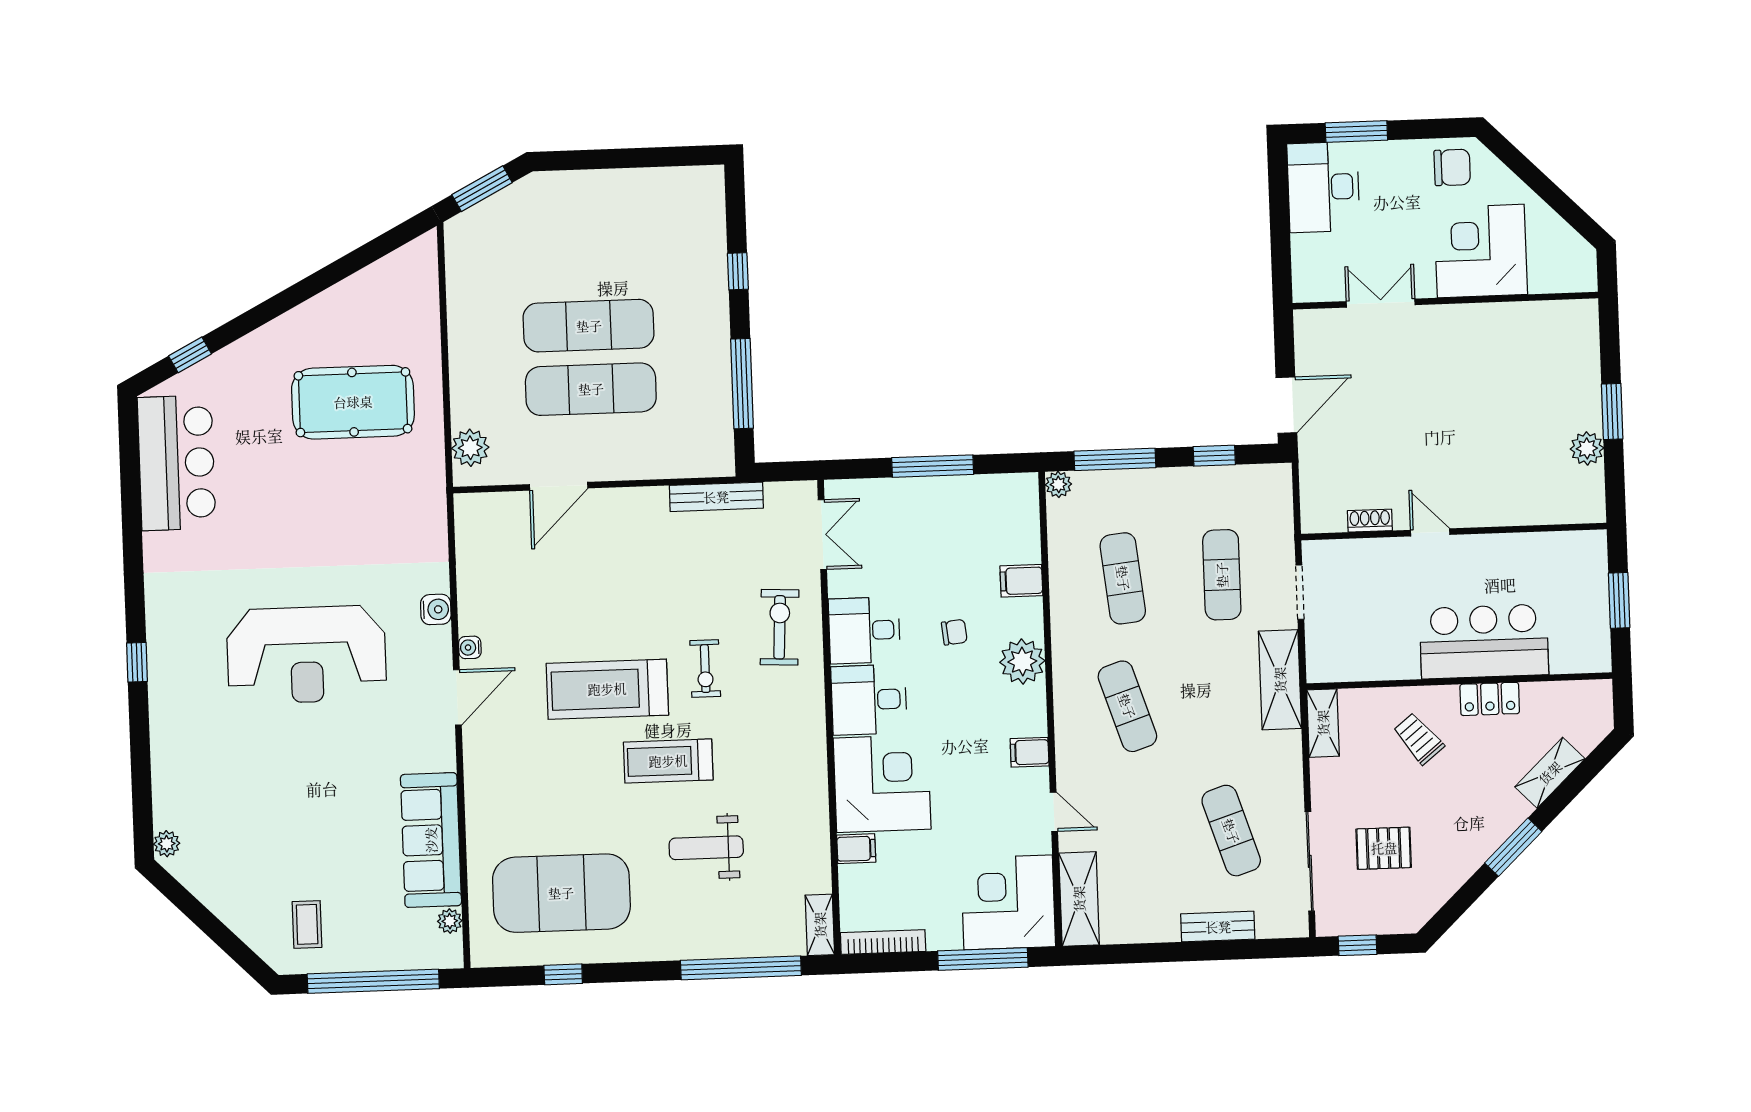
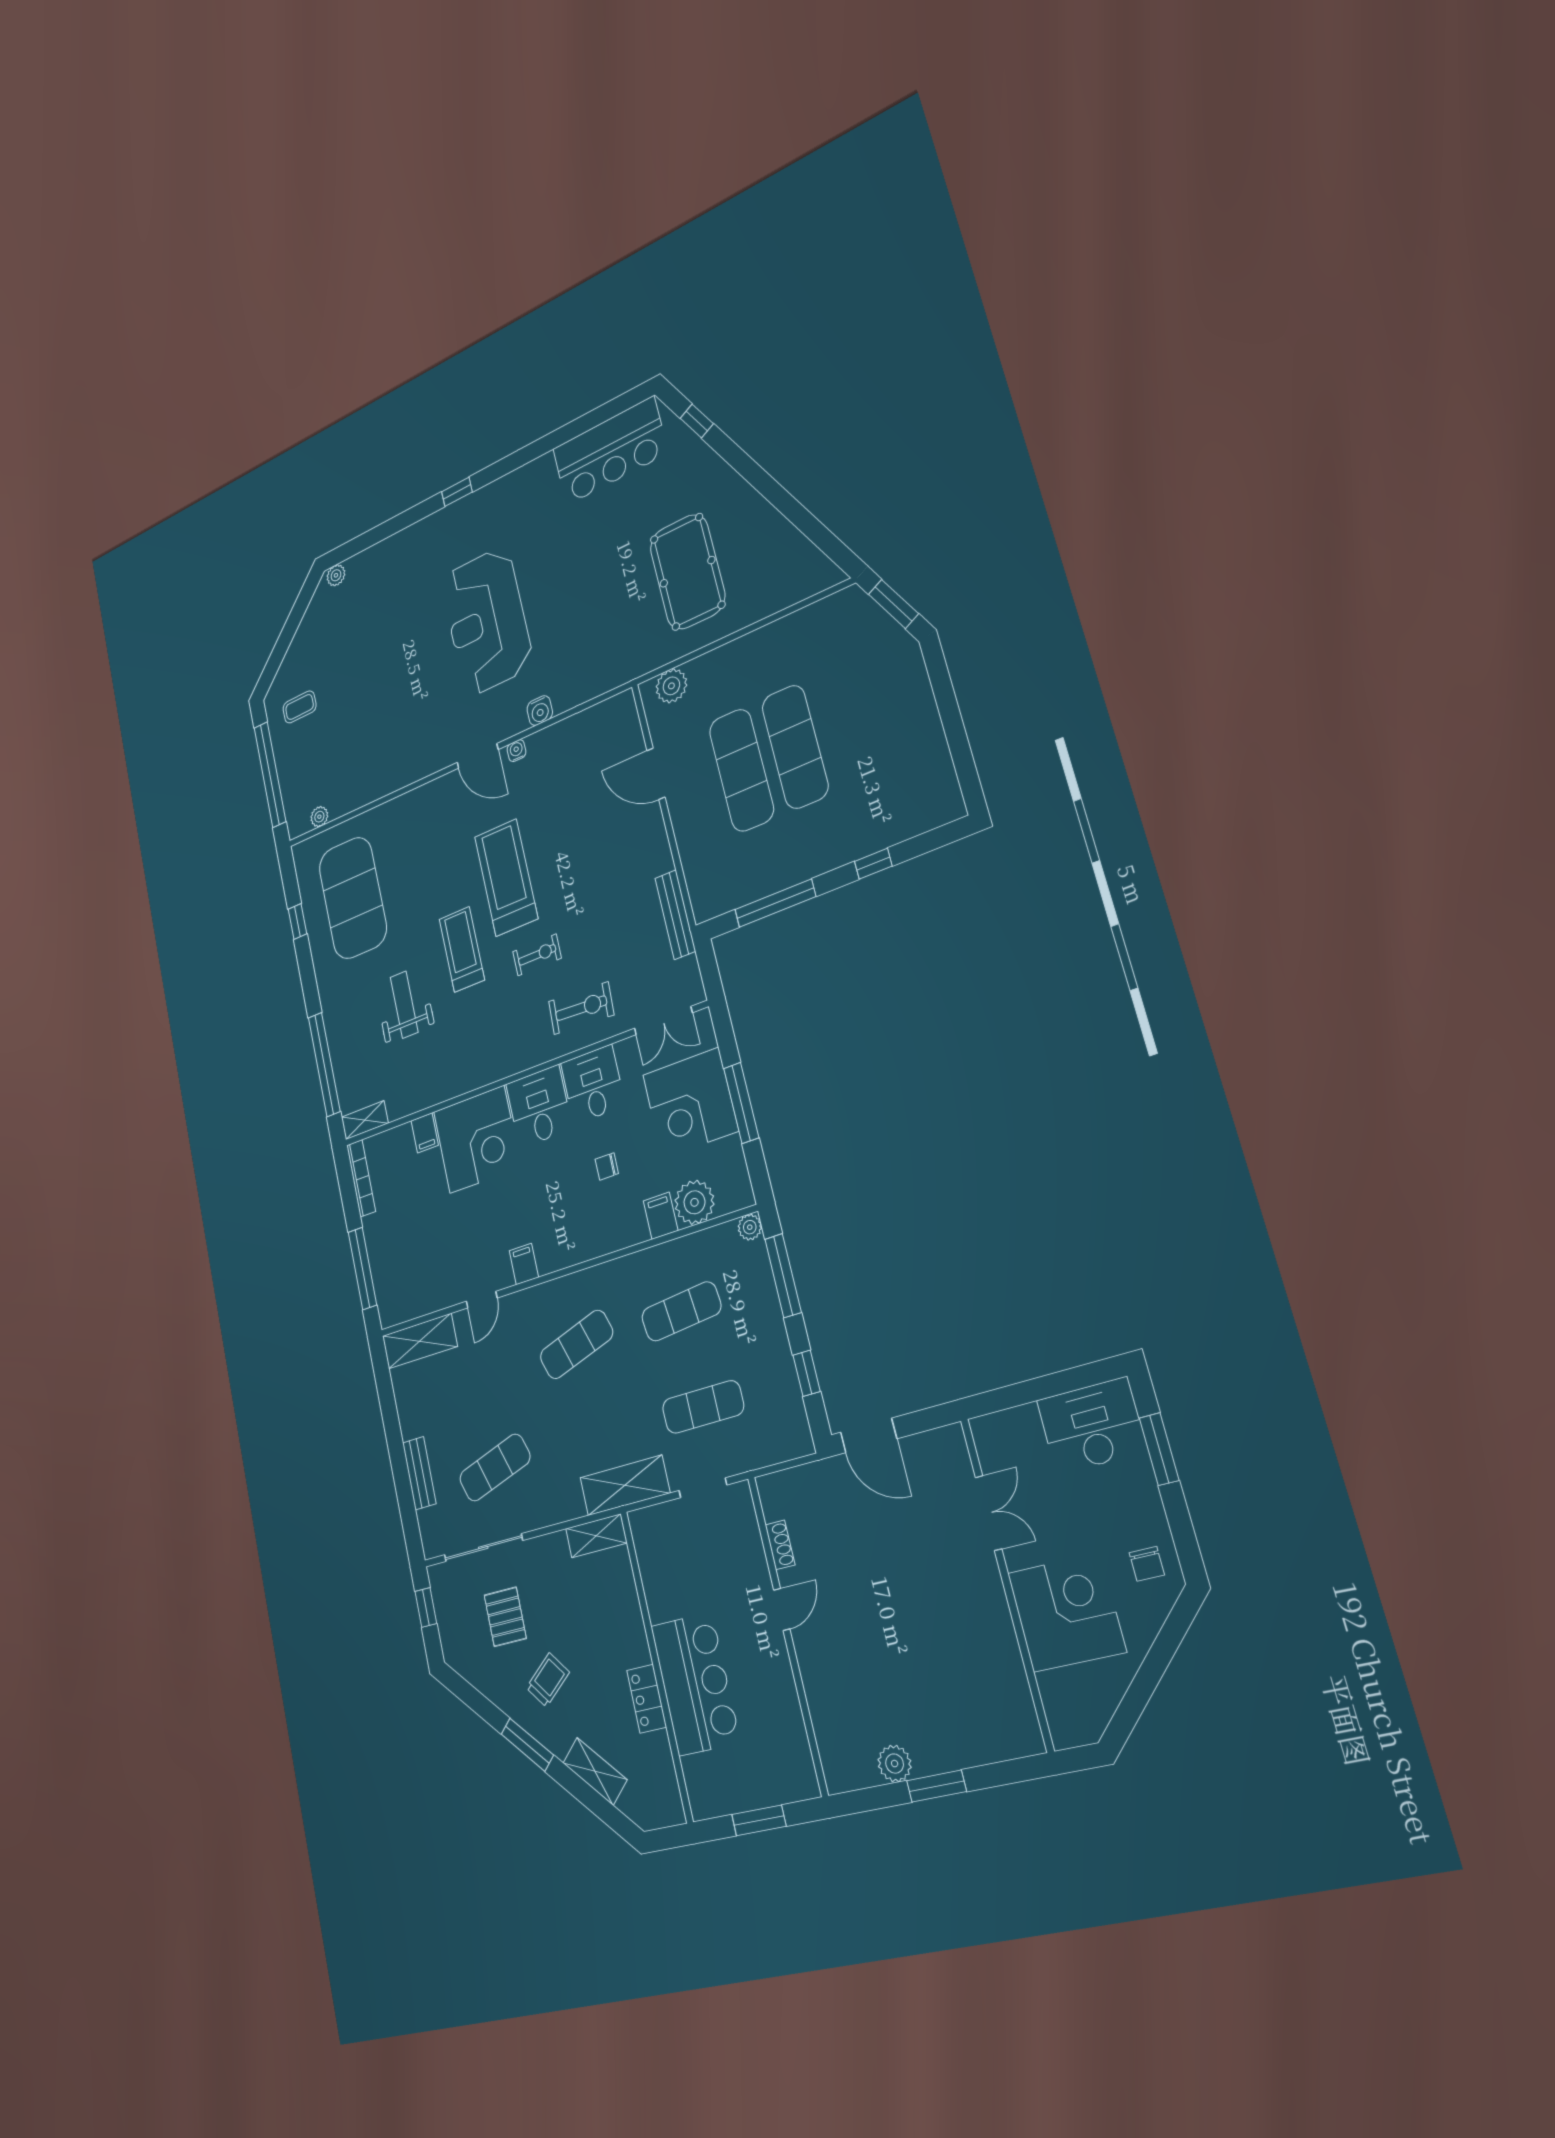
chair: (1452, 167) -> (1147, 1564), width x0.73, depth x0.73
chair: (954, 632) -> (607, 1166), turned 96
plant: (1022, 661) -> (694, 1202), moved
exercise bike: (705, 669) -> (537, 955), turned 180
trolley: (1419, 738) -> (548, 1680), moved
sofa: (431, 840) -> (372, 778), removed
corner desk: (1008, 902) -> (690, 1103), moved, turned 180

